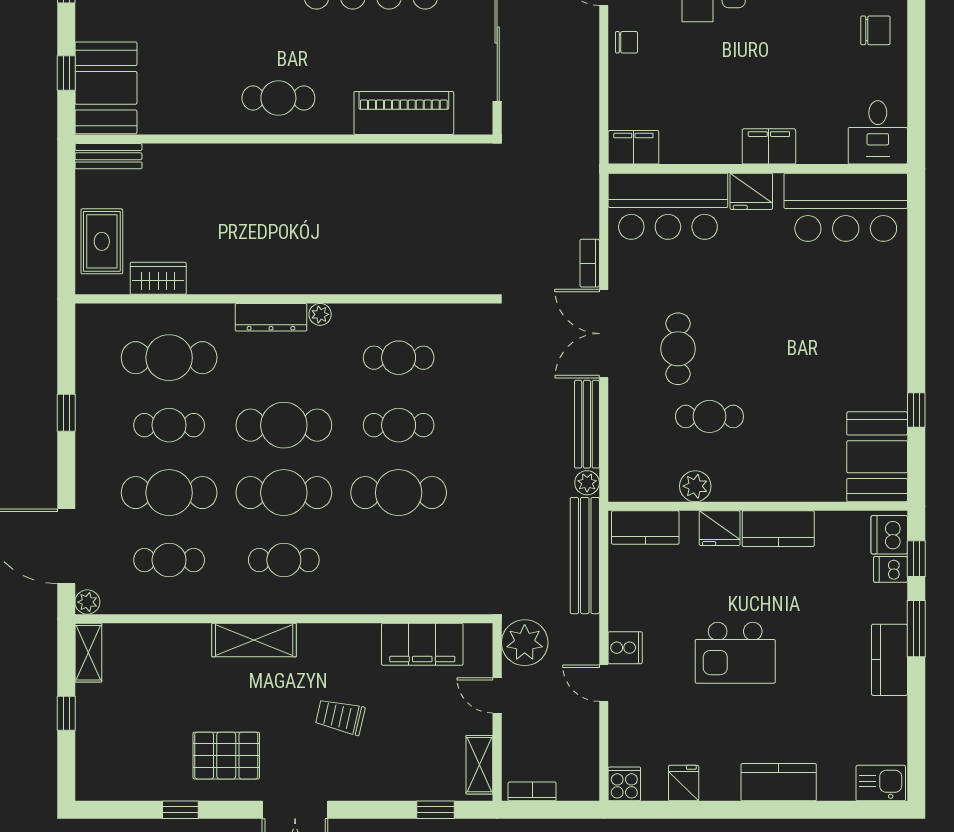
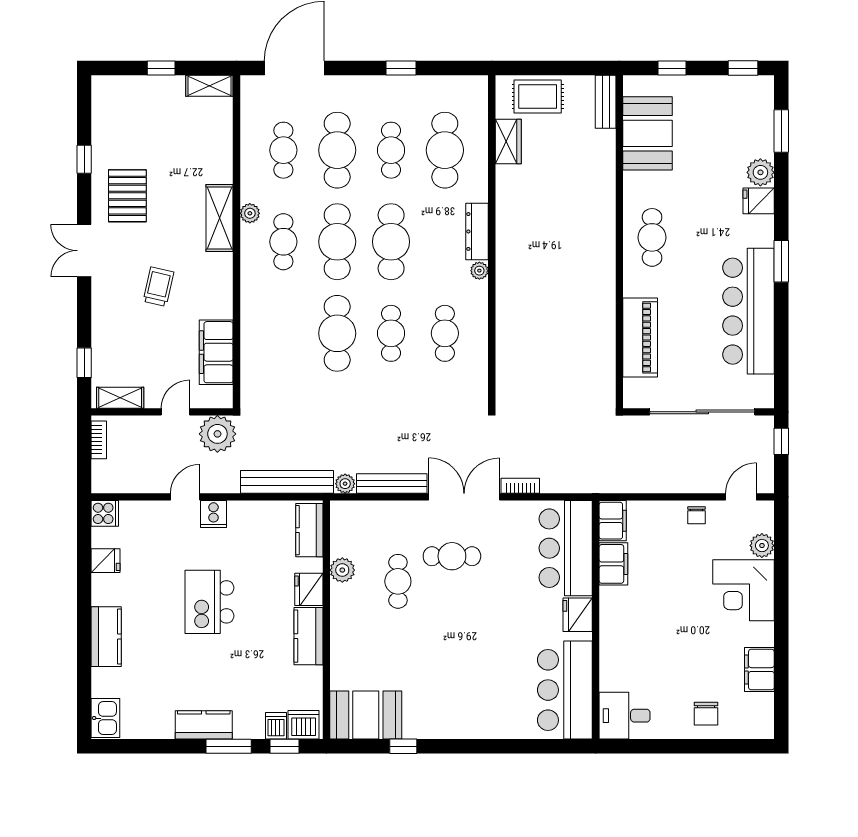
booth: (106, 88) -> (648, 133), moved, turned 90
filing cabinet: (769, 146) -> (613, 564), moved
plant: (87, 602) -> (250, 213), moved

